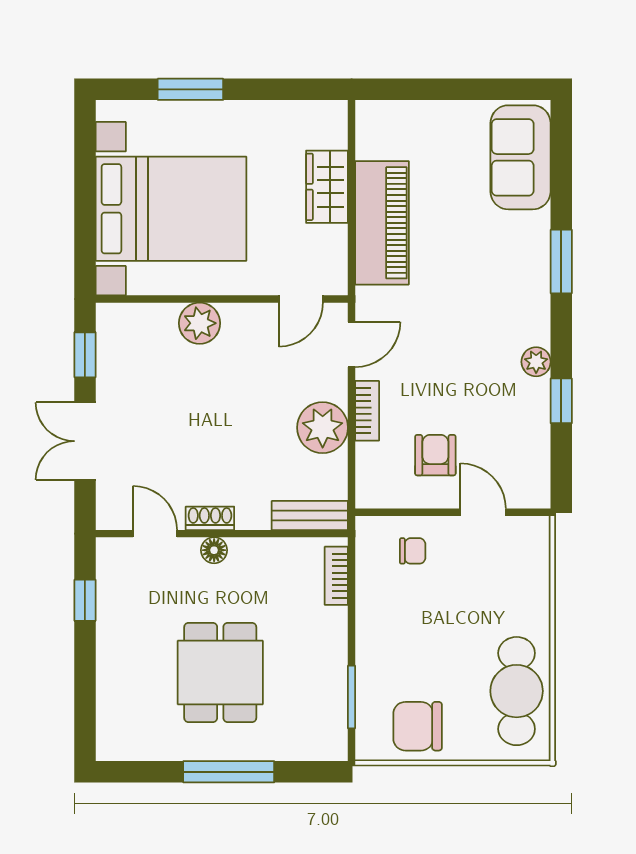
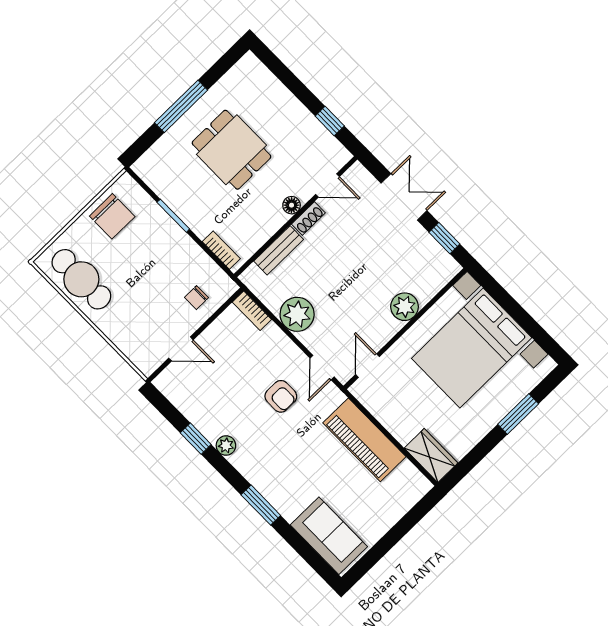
wardrobe: (327, 187) -> (431, 455), moved
bookcase: (367, 411) -> (252, 311), moved
armchair: (435, 455) -> (281, 396), moved
bench: (310, 515) -> (279, 250), moved
window: (352, 697) -> (173, 216), moved
chair: (418, 726) -> (112, 216), turned 90

